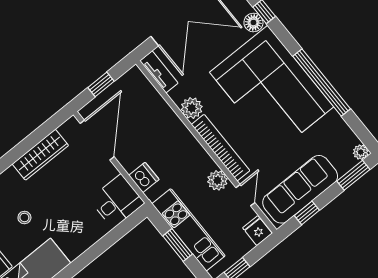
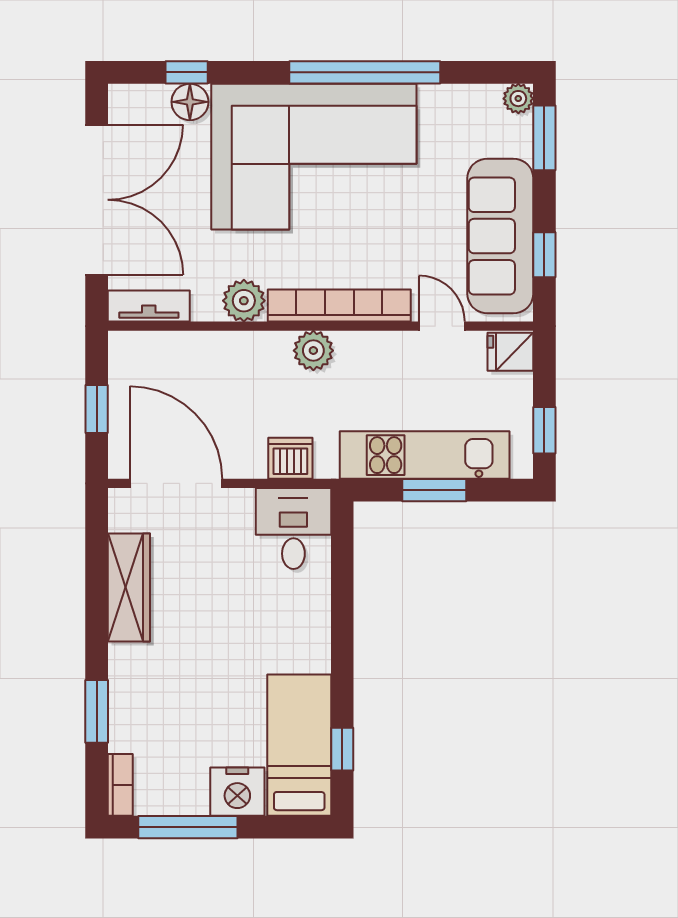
plant: (217, 180) -> (313, 351), moved
stool: (24, 217) -> (204, 689), removed

